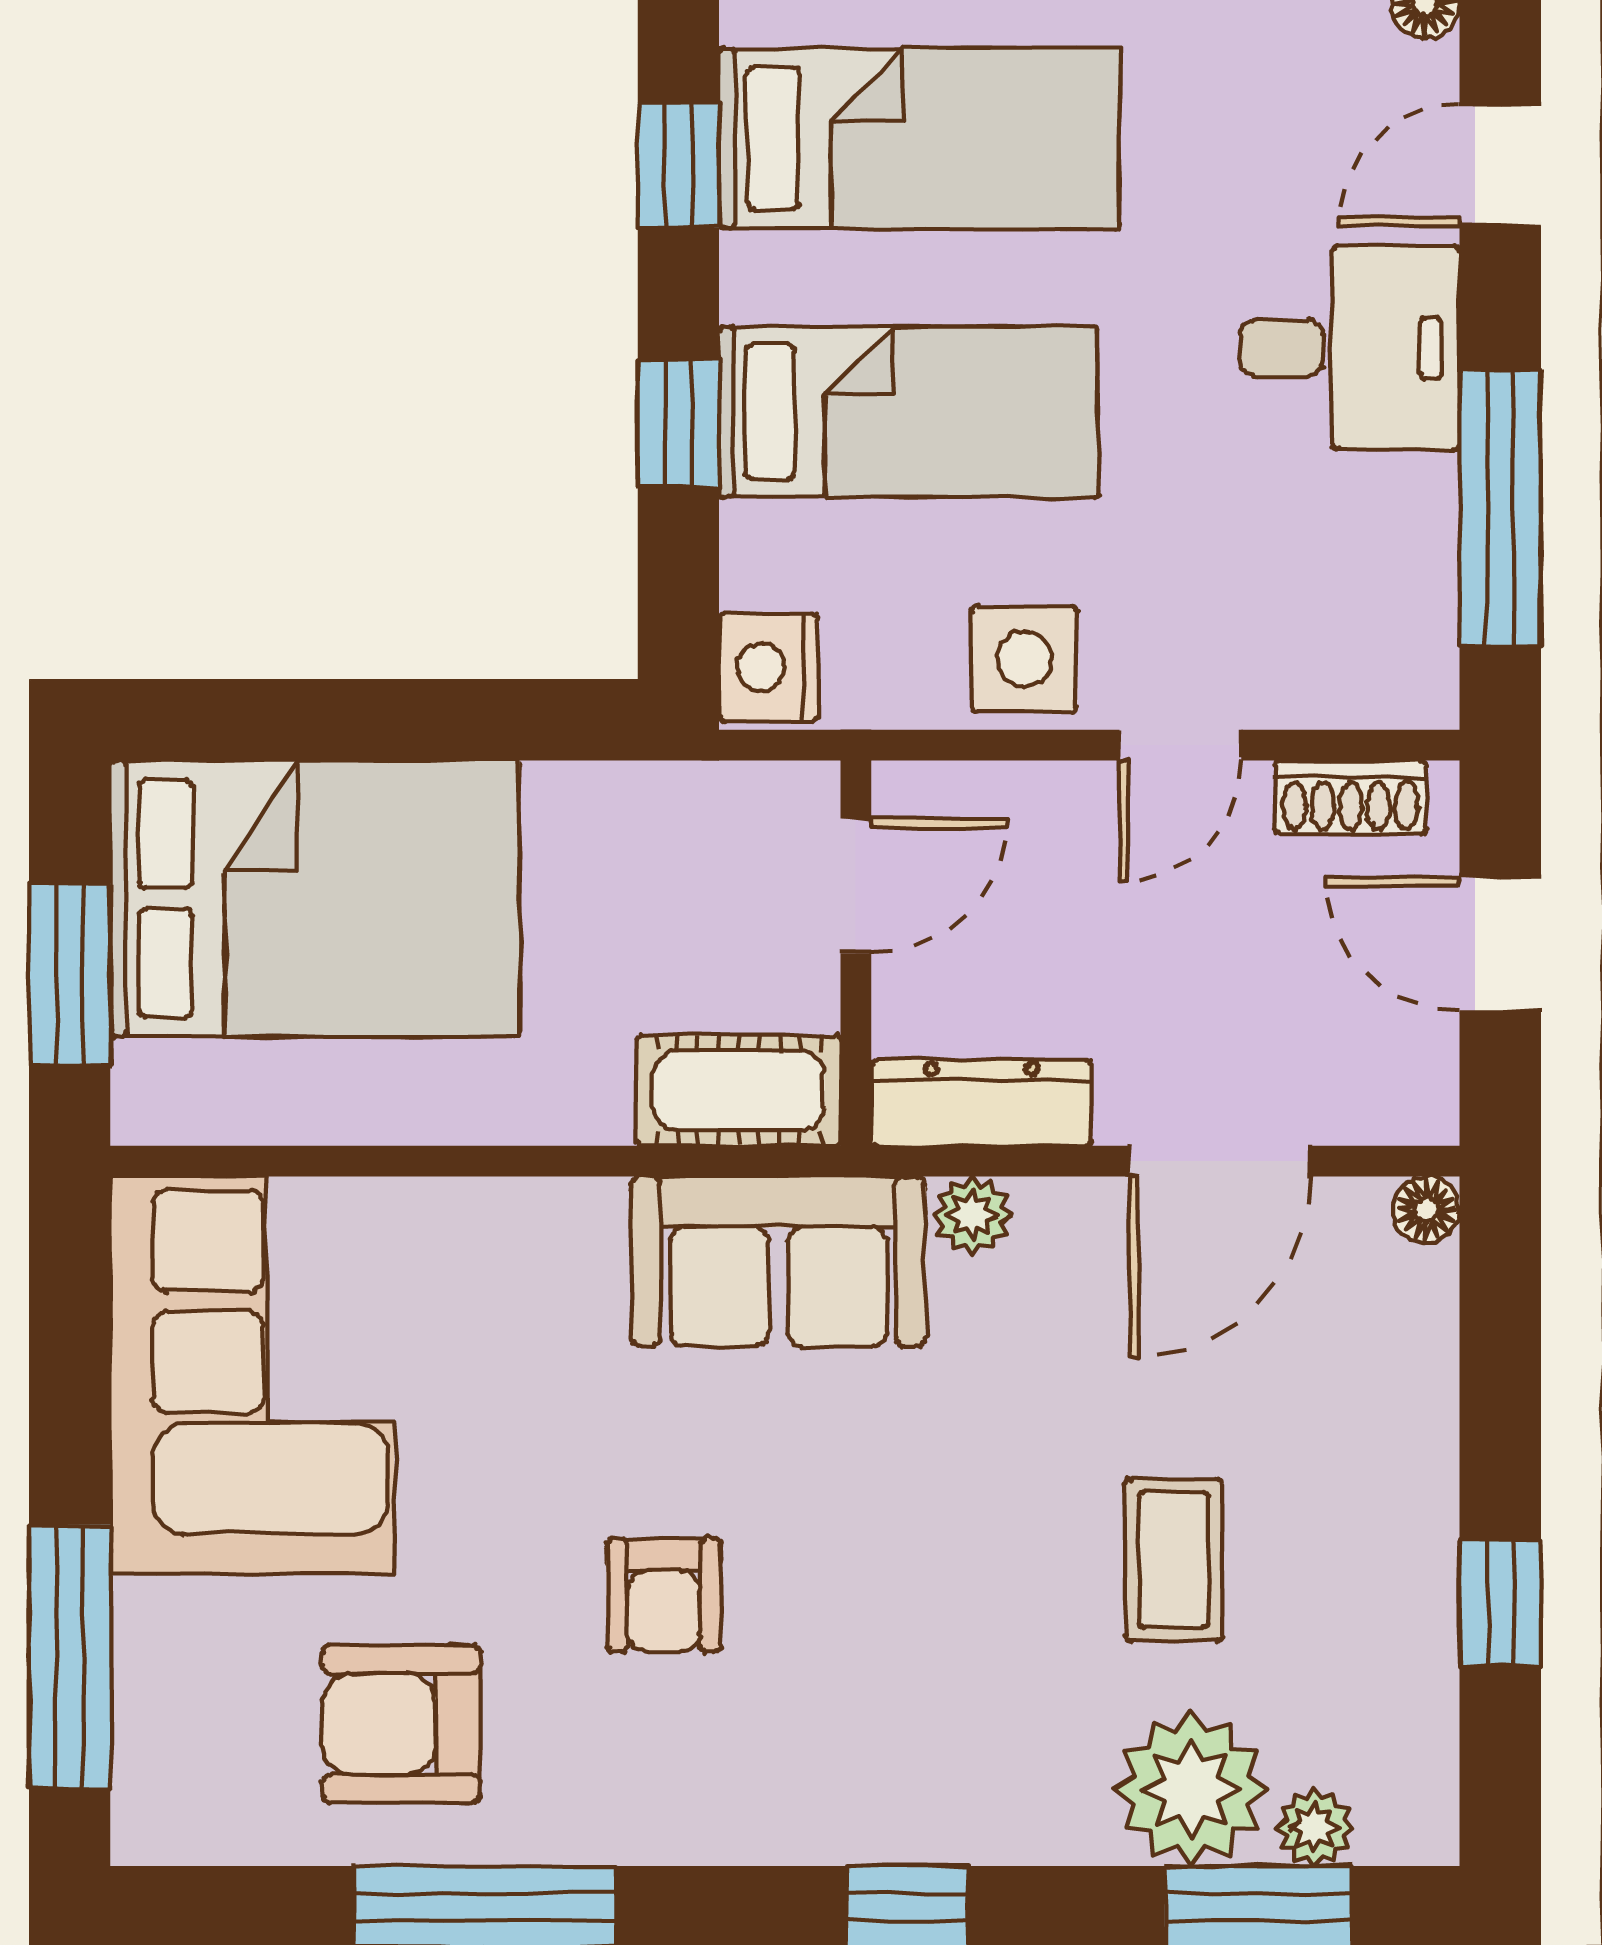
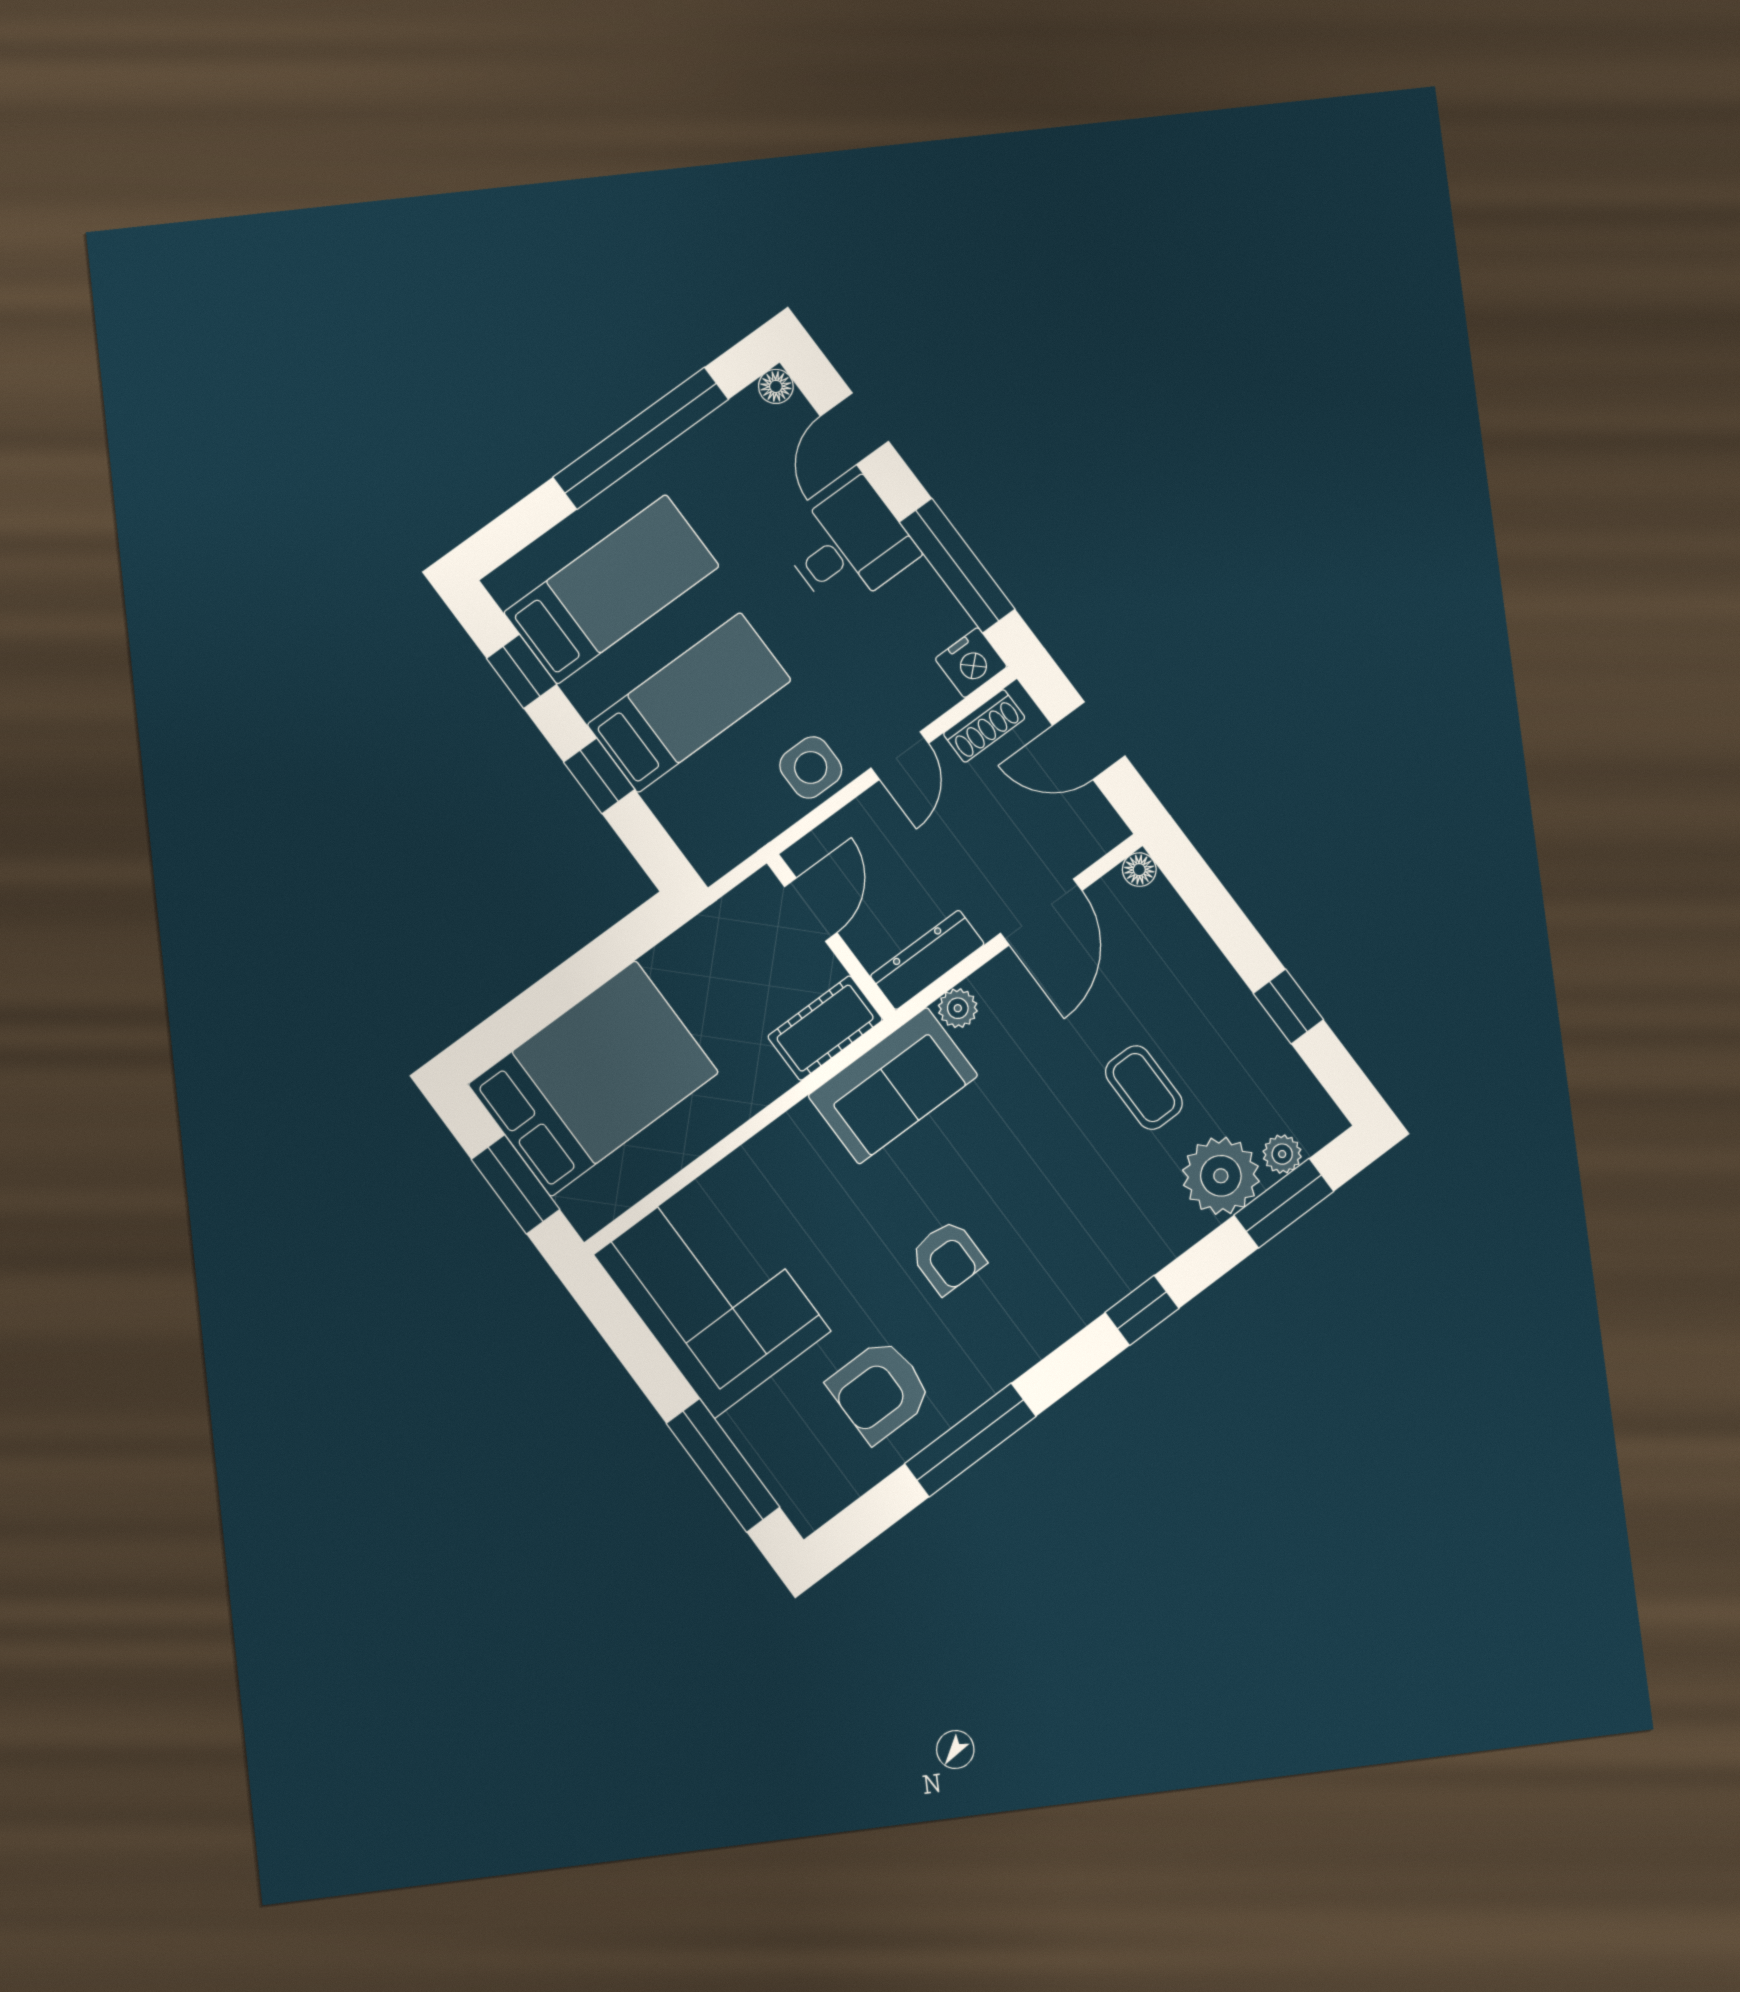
nightstand: (769, 667) -> (971, 663), moved, turned -90

